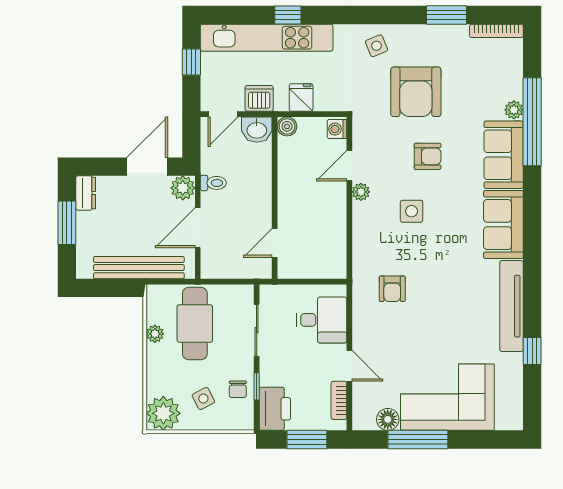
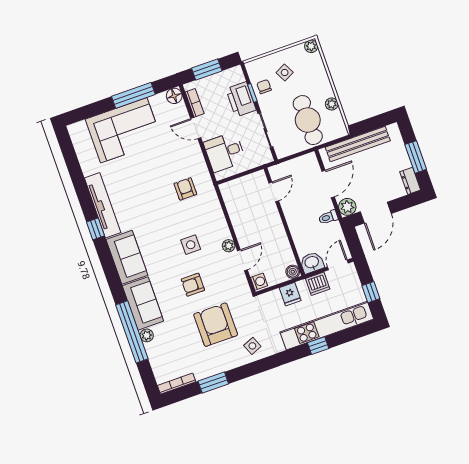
window: (532, 351) -> (95, 229), moved
printer: (275, 409) -> (241, 99), moved
plant: (163, 413) -> (311, 46), width x0.53, depth x0.53
floor lamp: (388, 419) -> (174, 96), moved

